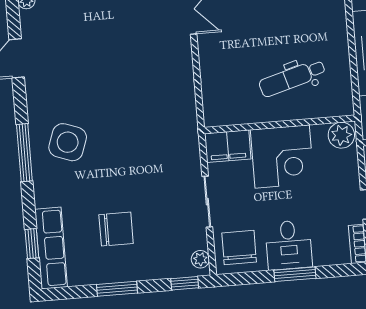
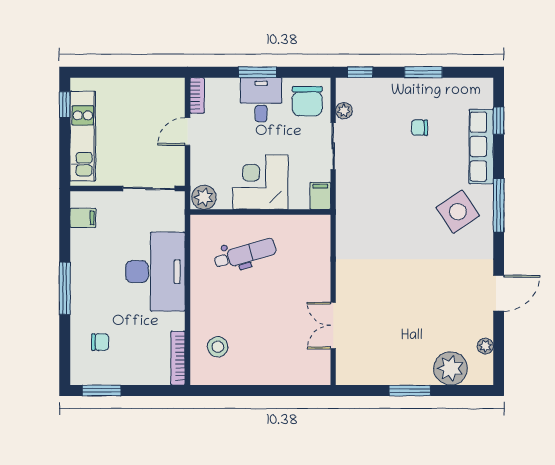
side table: (68, 142) -> (458, 212), turned 36
filing cabinet: (228, 146) -> (320, 196), width x0.50
chair: (116, 229) -> (420, 128), width x0.54, depth x0.54
row of seats: (51, 248) -> (481, 147), moved
plant: (200, 259) -> (344, 111), moved

